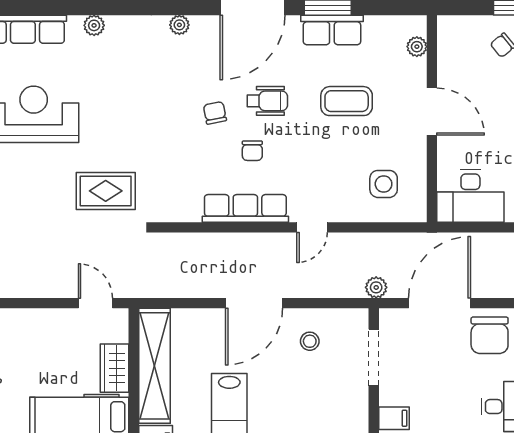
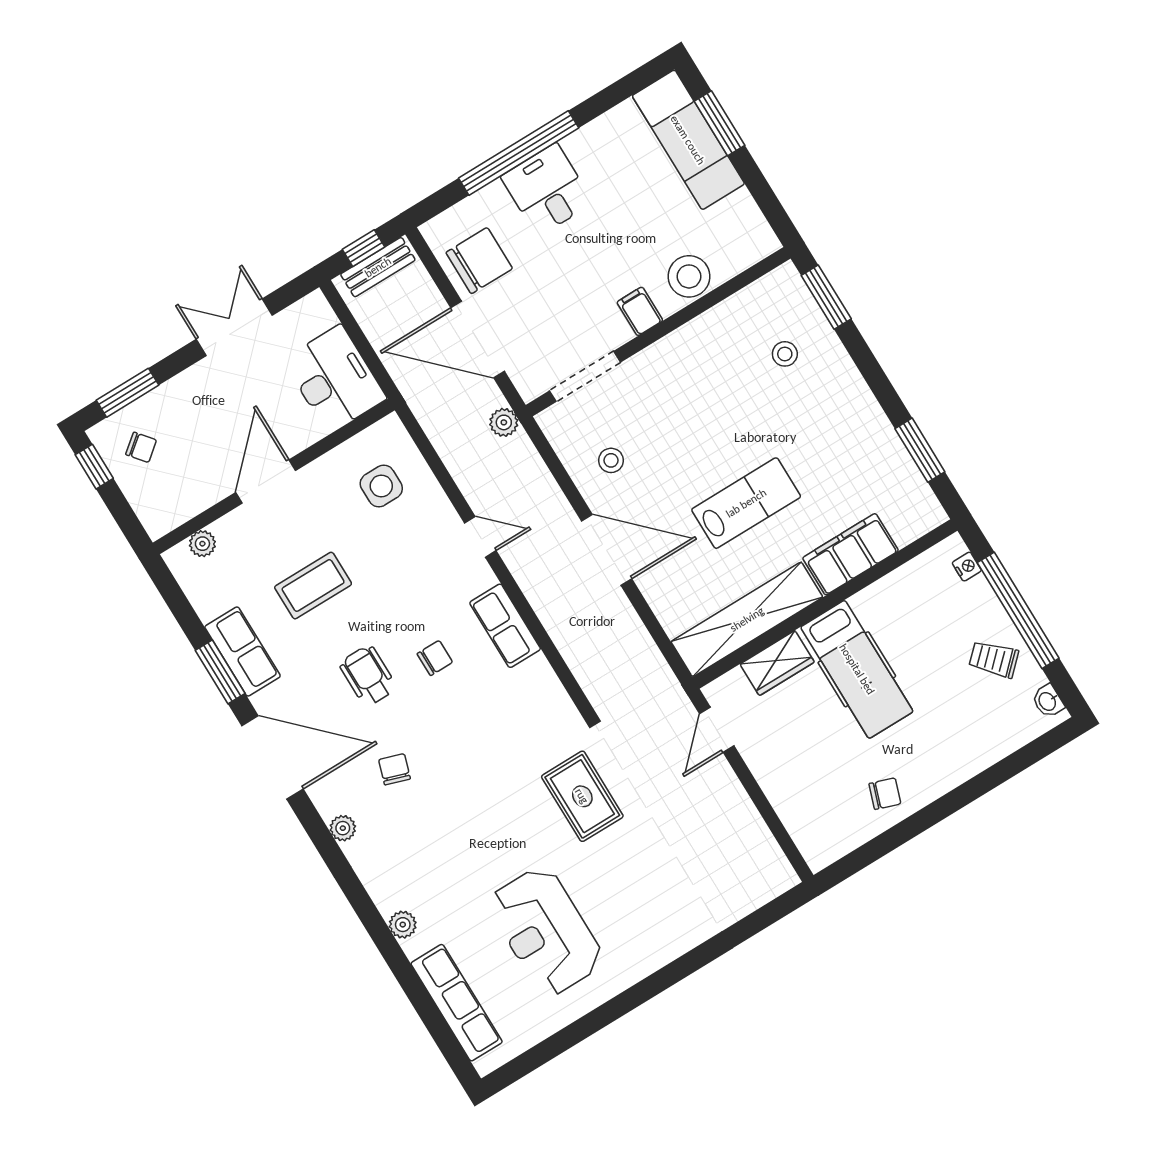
coffee table: (347, 101) -> (313, 586), turned 90
chair: (215, 113) -> (395, 769), moved, turned 119
row of seats: (245, 208) -> (505, 626), width x0.68

